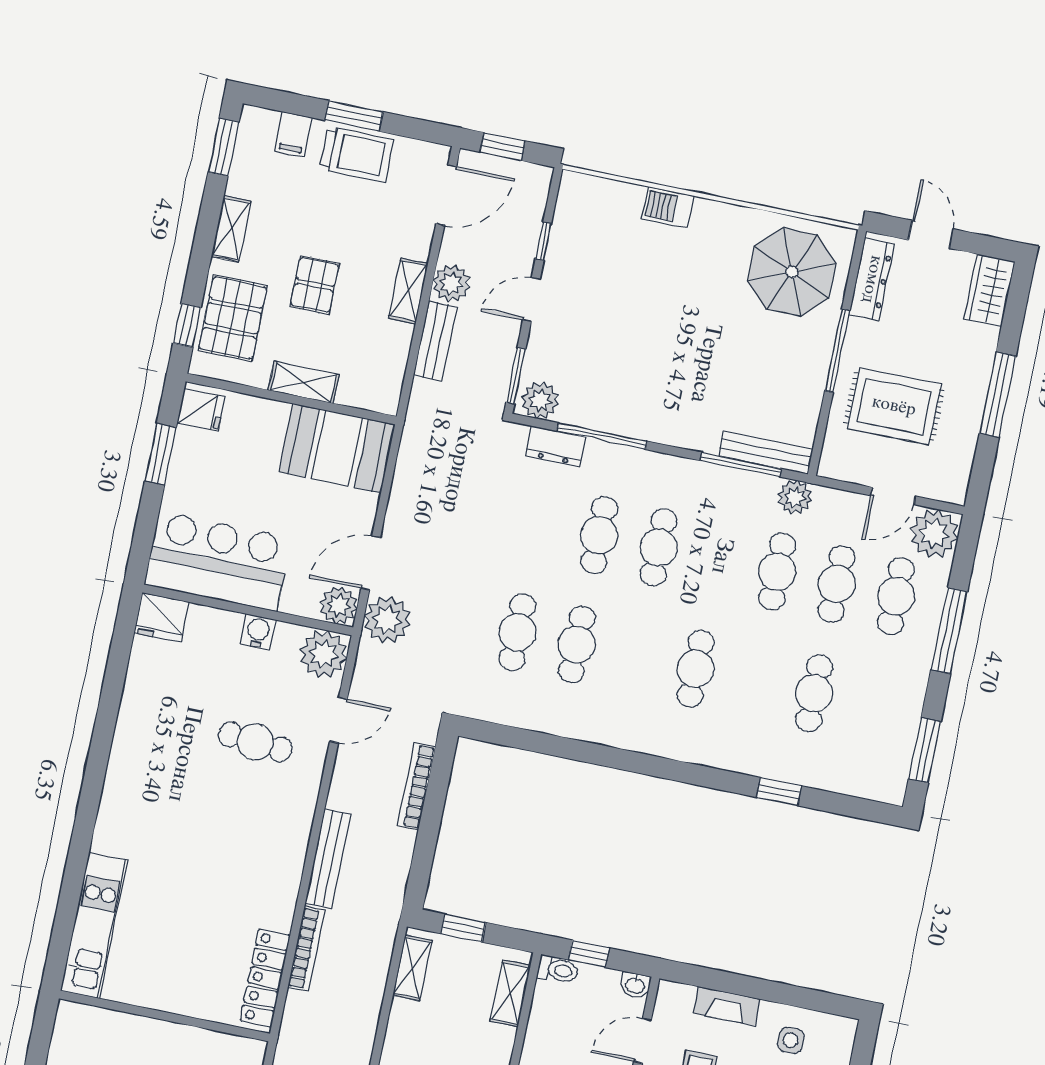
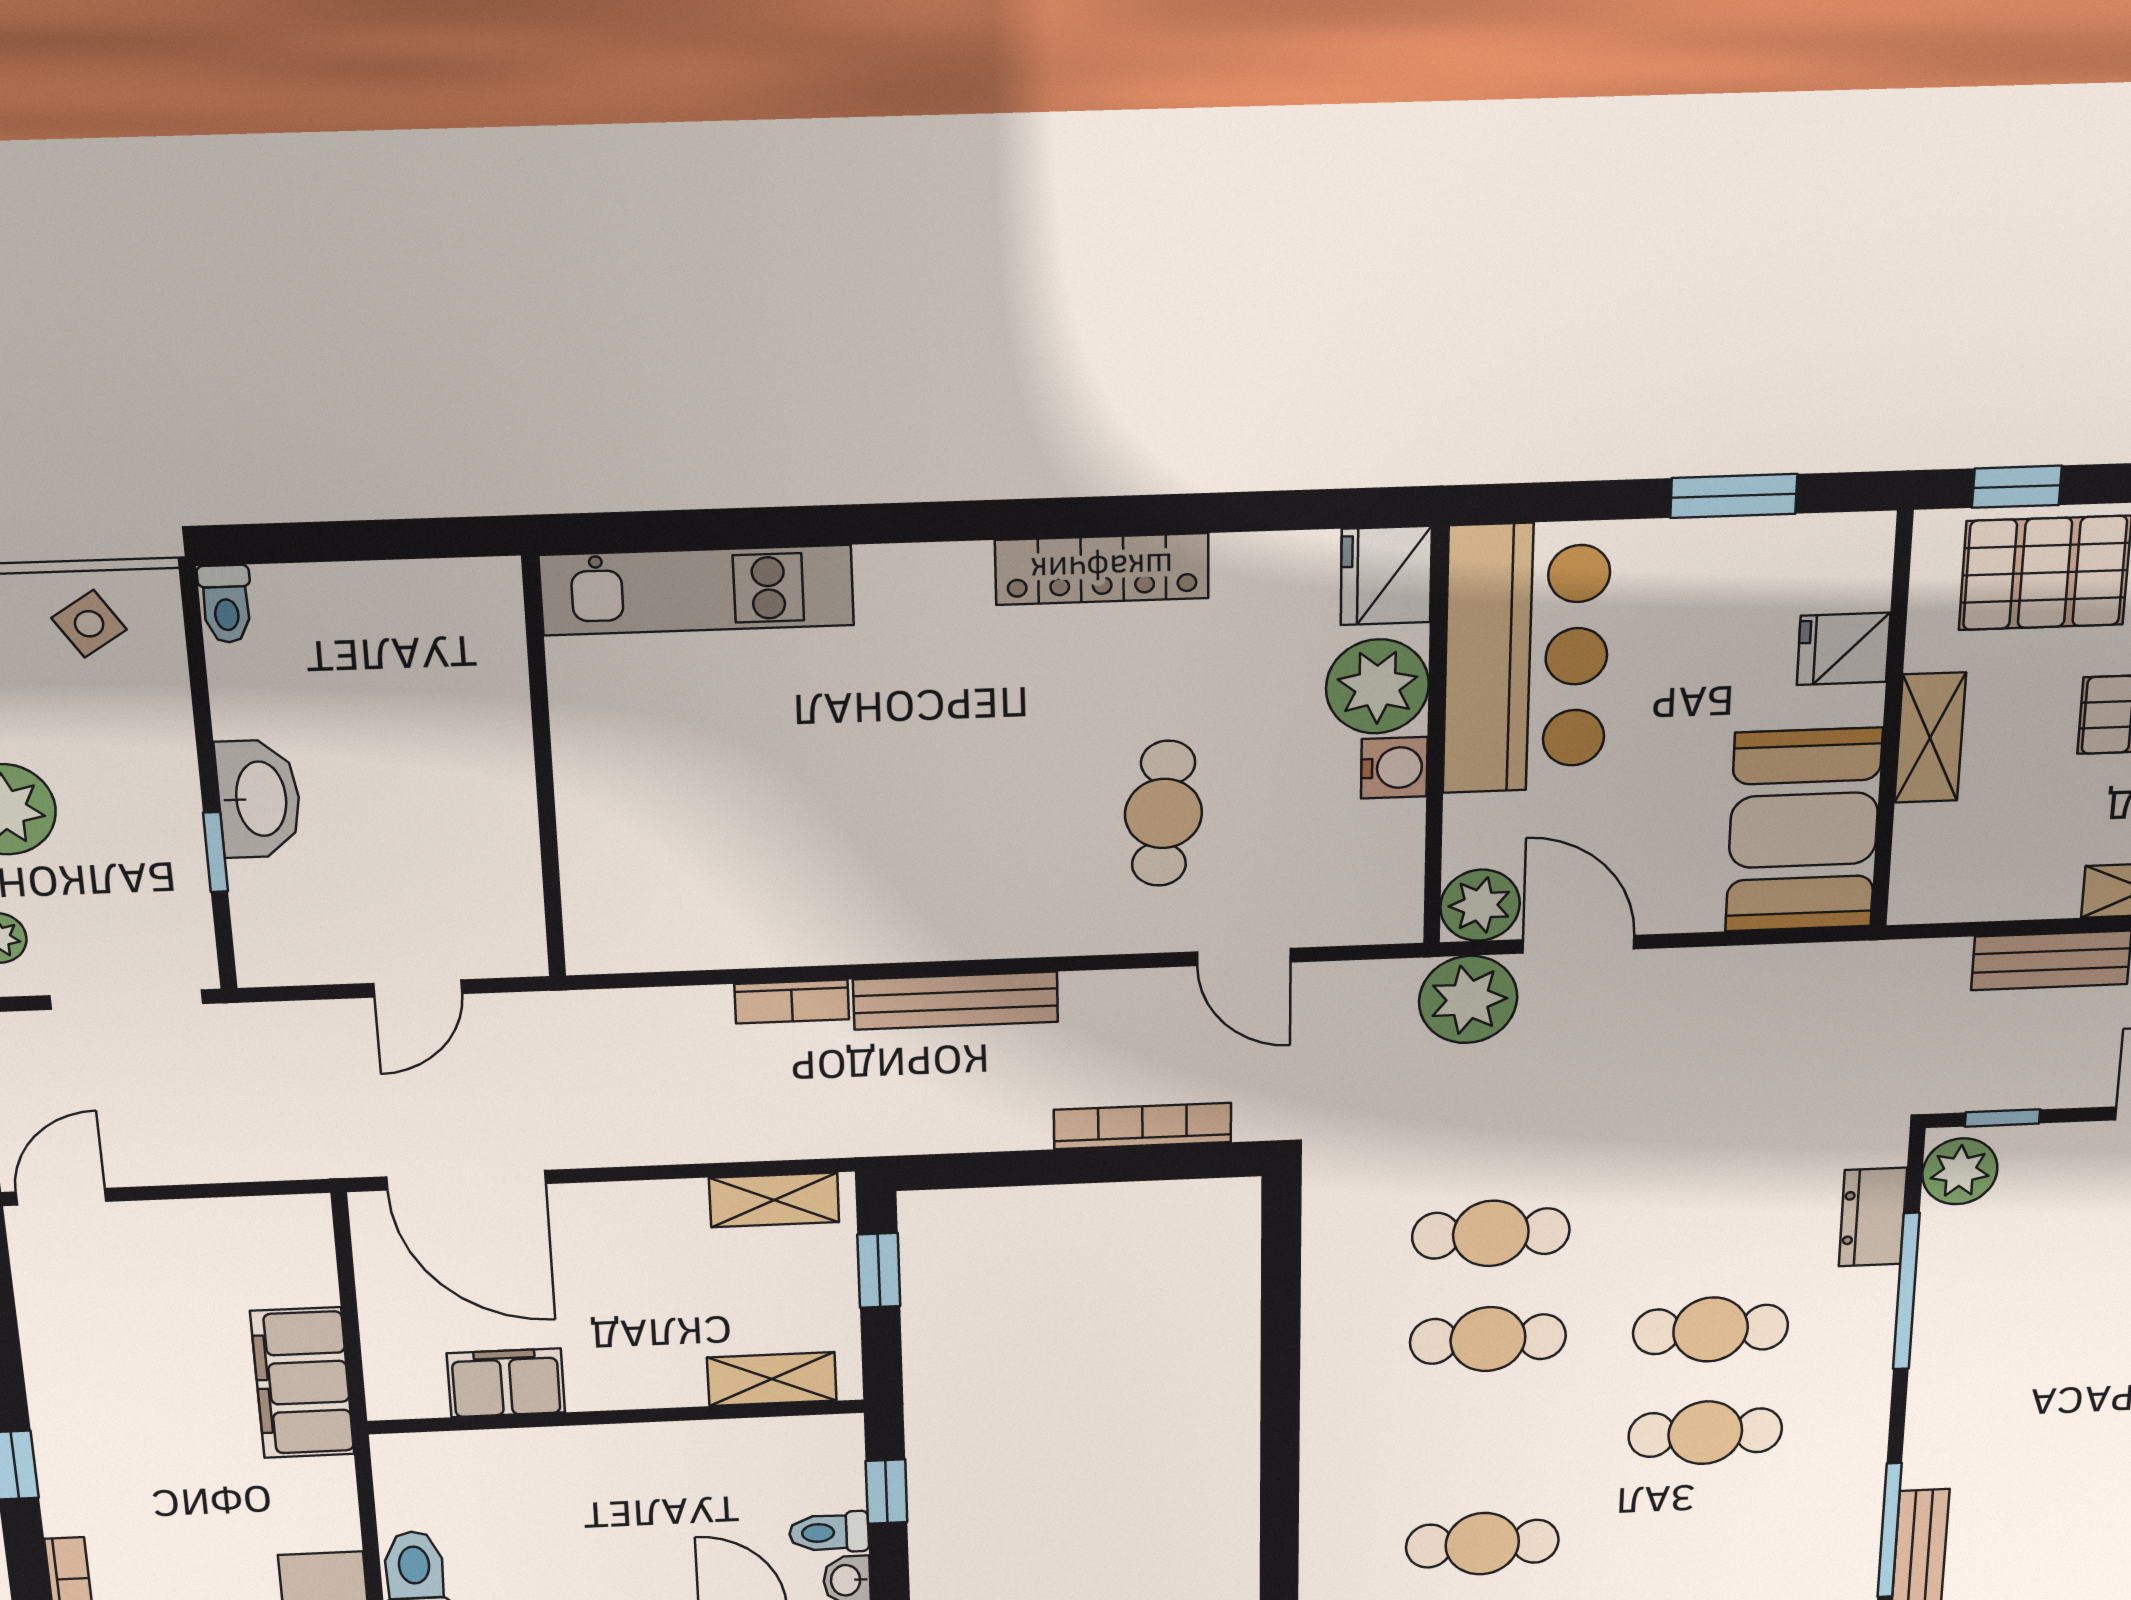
window: (516, 376) -> (2002, 1118), width x0.67
fridge: (201, 410) -> (1844, 649), moved, turned 90
plant: (324, 654) -> (1377, 686), moved
bookcase: (306, 949) -> (792, 1002), width x0.64
toilet: (558, 970) -> (829, 1532), moved, turned 90
locker: (265, 978) -> (1102, 569), moved, turned 180

